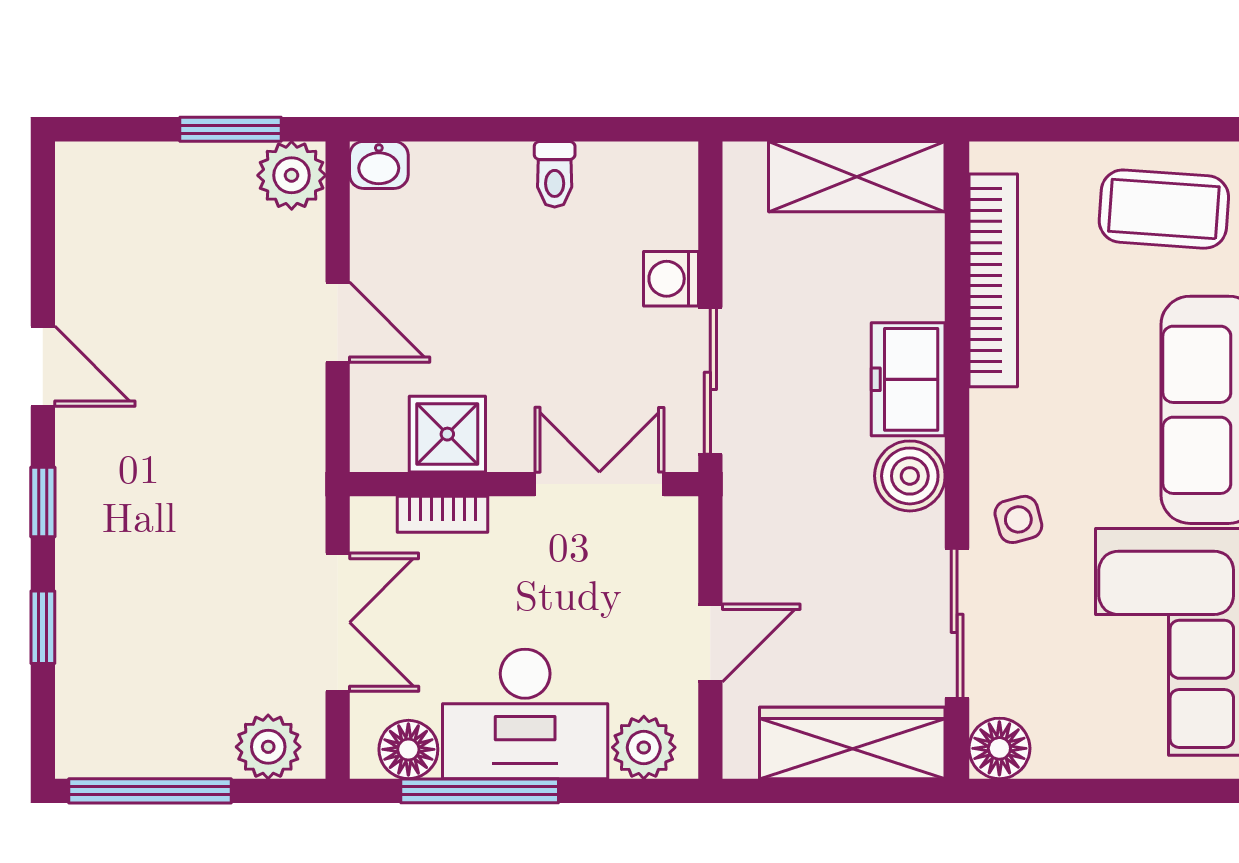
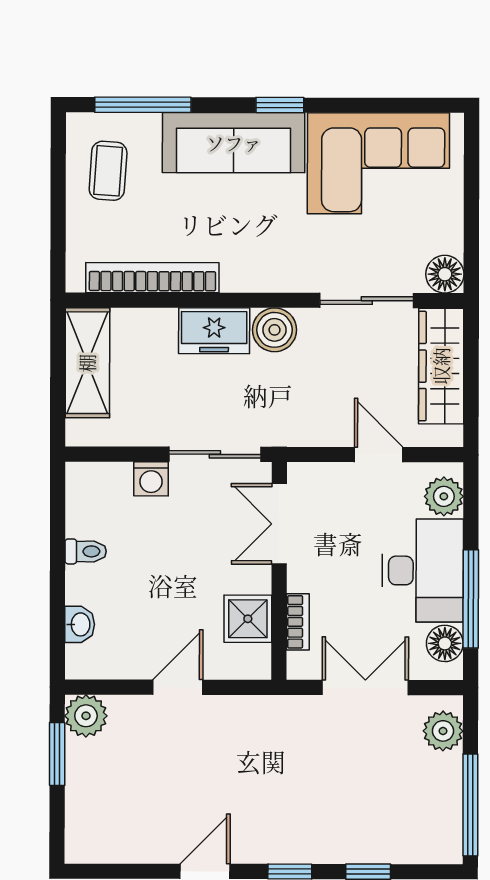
washbasin: (379, 165) -> (80, 624), moved
coffee table: (1164, 209) -> (108, 171), width x0.73, depth x0.77
side table: (1018, 519) -> (302, 262), removed

